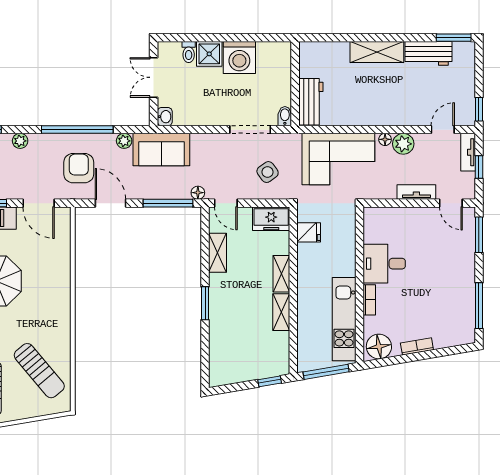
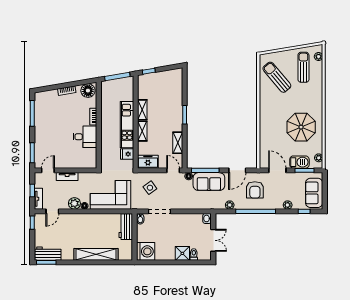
shelving: (377, 52) -> (96, 254), width x1.47
workbench: (428, 53) -> (48, 254), moved
washing machine: (239, 57) -> (146, 251), moved, turned 90
sofa: (161, 150) -> (209, 182), moved, turned 180
door: (110, 203) -> (237, 170), hinge flipped
door: (451, 203) -> (48, 170), hinge flipped
kitchen unit: (344, 319) -> (127, 125), moved, turned 180

